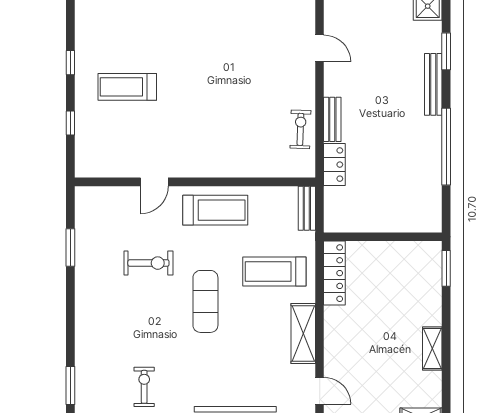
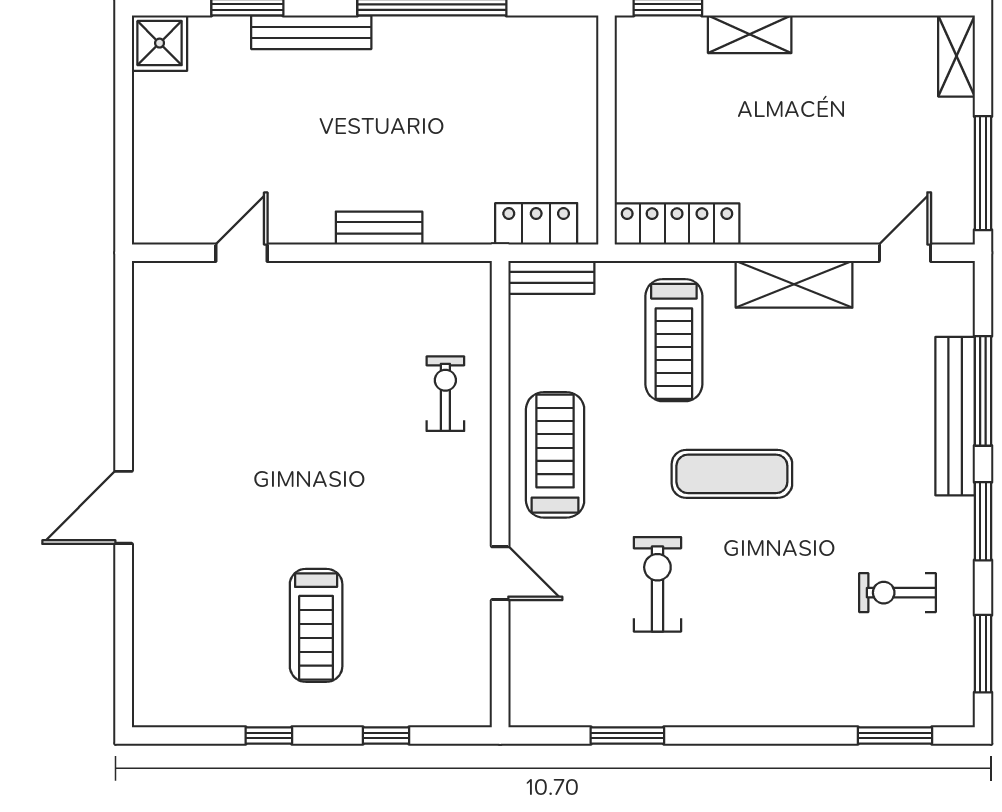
exercise bike: (300, 129) -> (445, 394), moved, turned 88
locker: (334, 165) -> (536, 224), moved
shelving: (432, 349) -> (750, 34), moved

